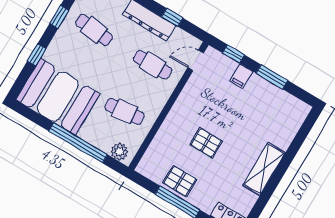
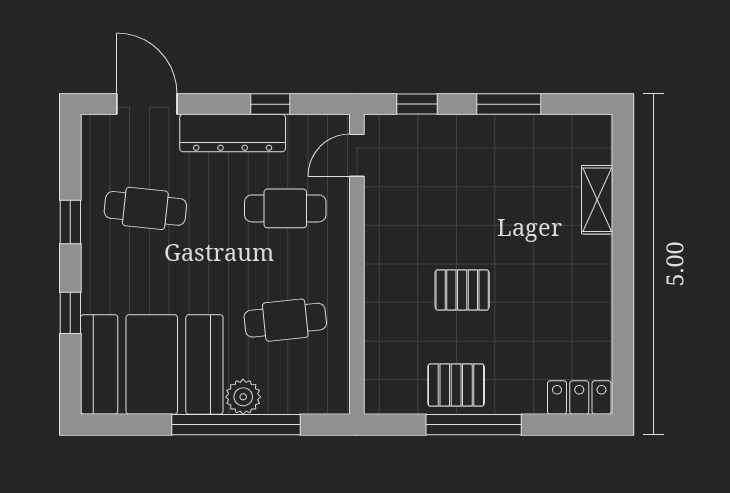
filing cabinet: (241, 76) -> (454, 135), removed
plant: (119, 152) -> (243, 397), moved
shelving: (264, 169) -> (597, 200), moved, width x0.67, depth x0.75

